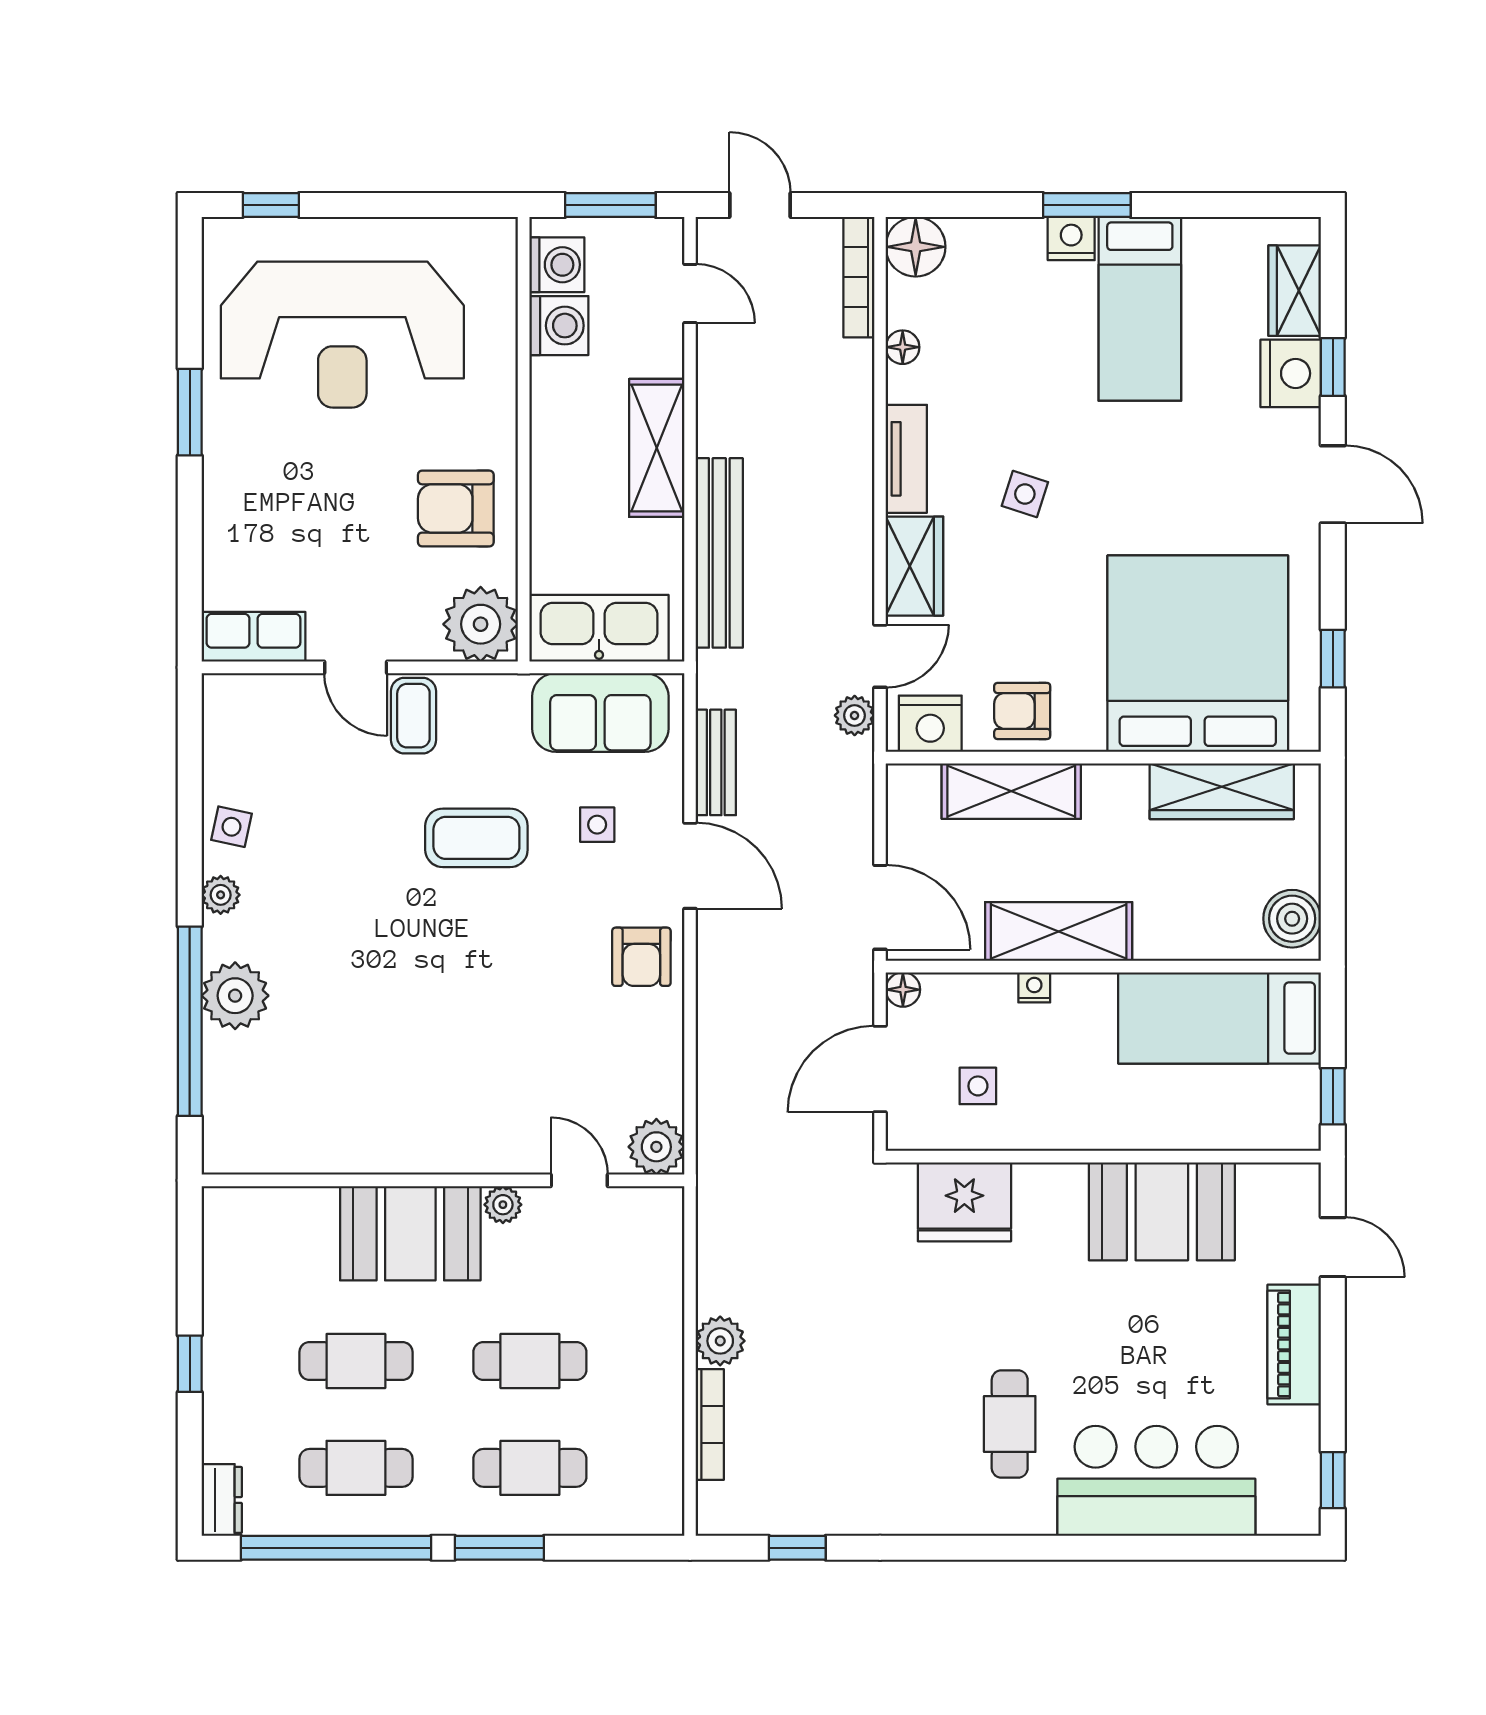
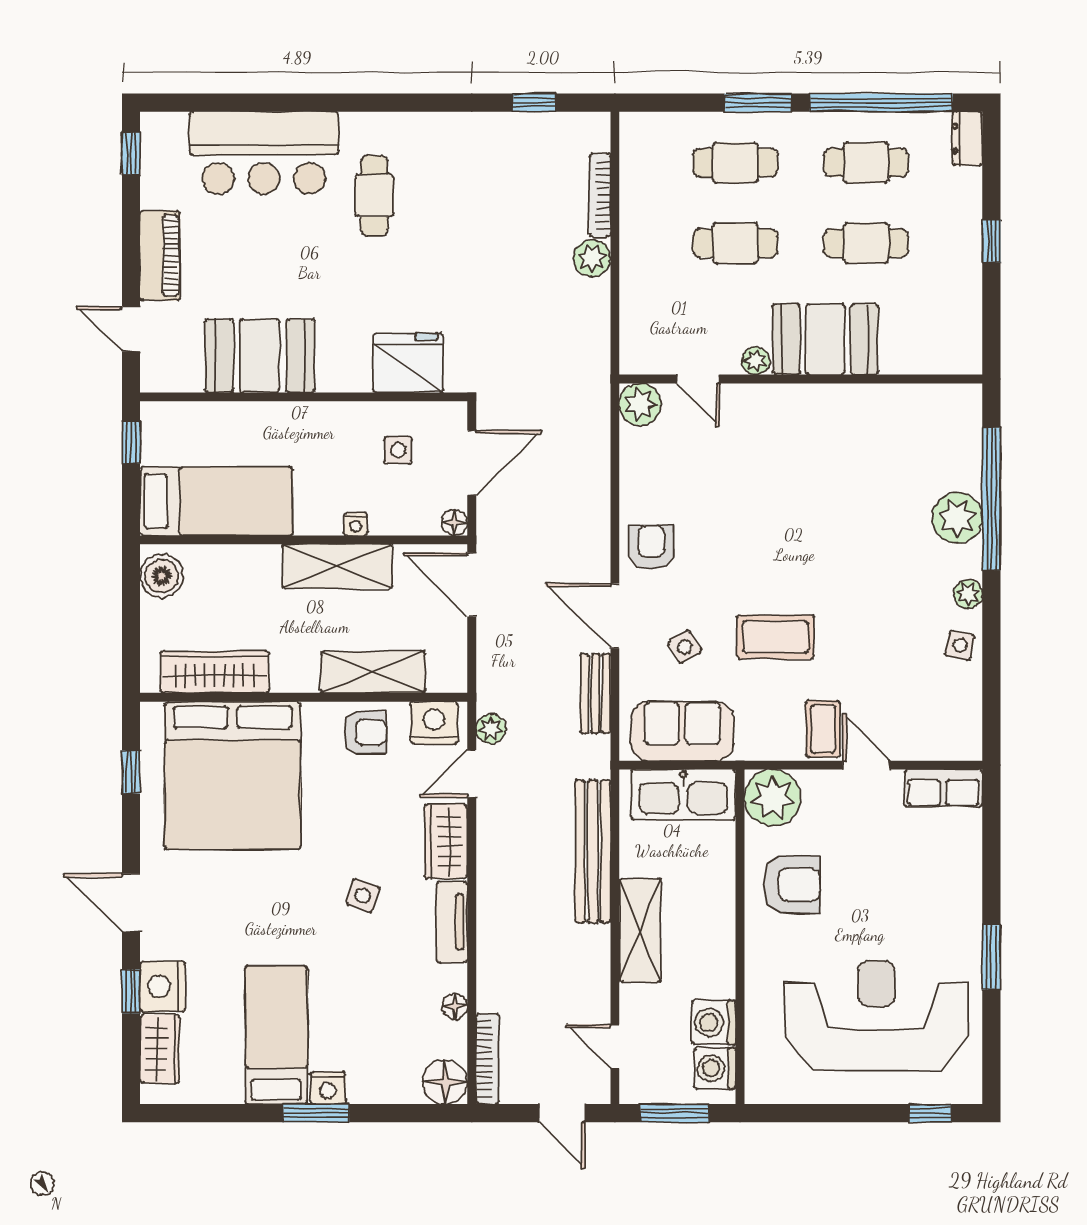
side table: (597, 825) -> (685, 647), turned -30

